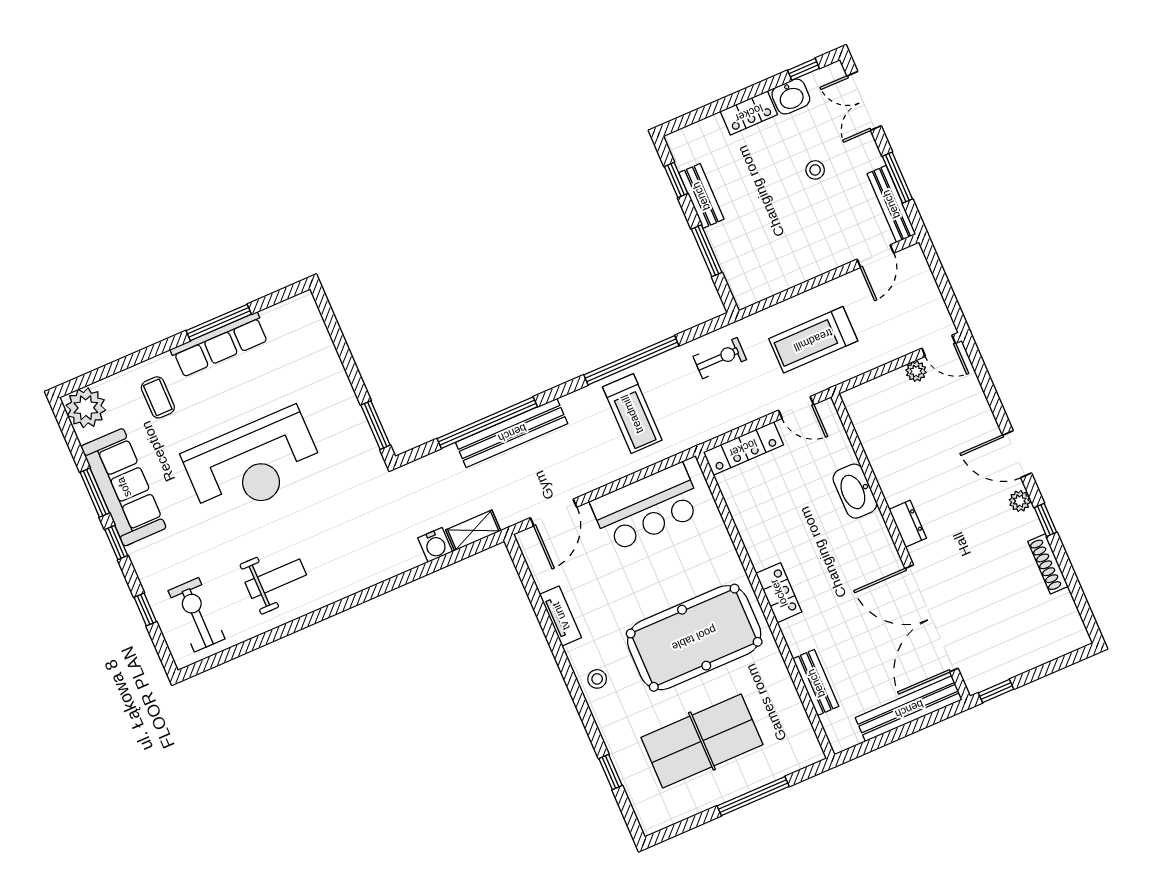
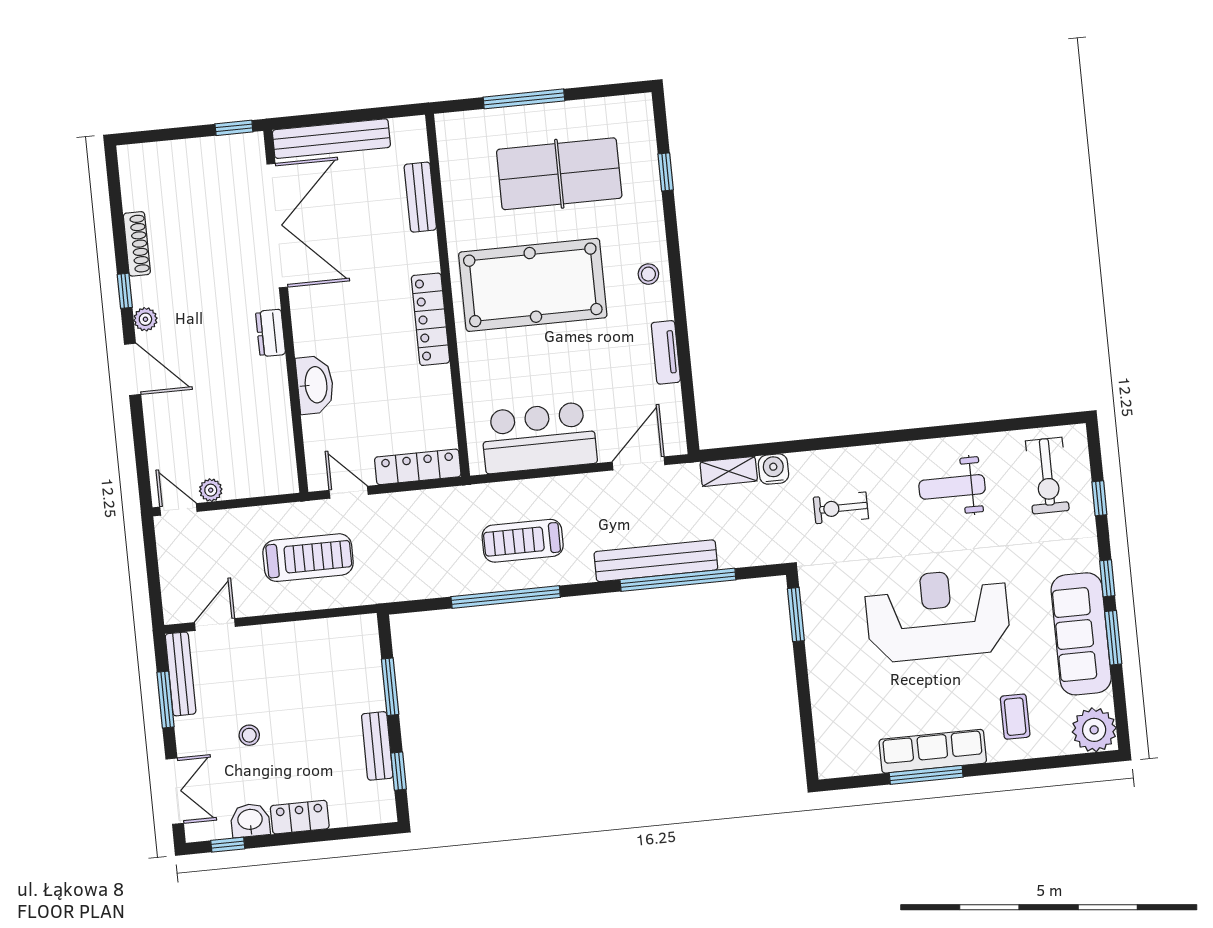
exercise bike: (720, 358) -> (841, 508), moved
treadmill: (632, 414) -> (523, 541), turned -90
locker: (779, 593) -> (430, 319), width x1.53

